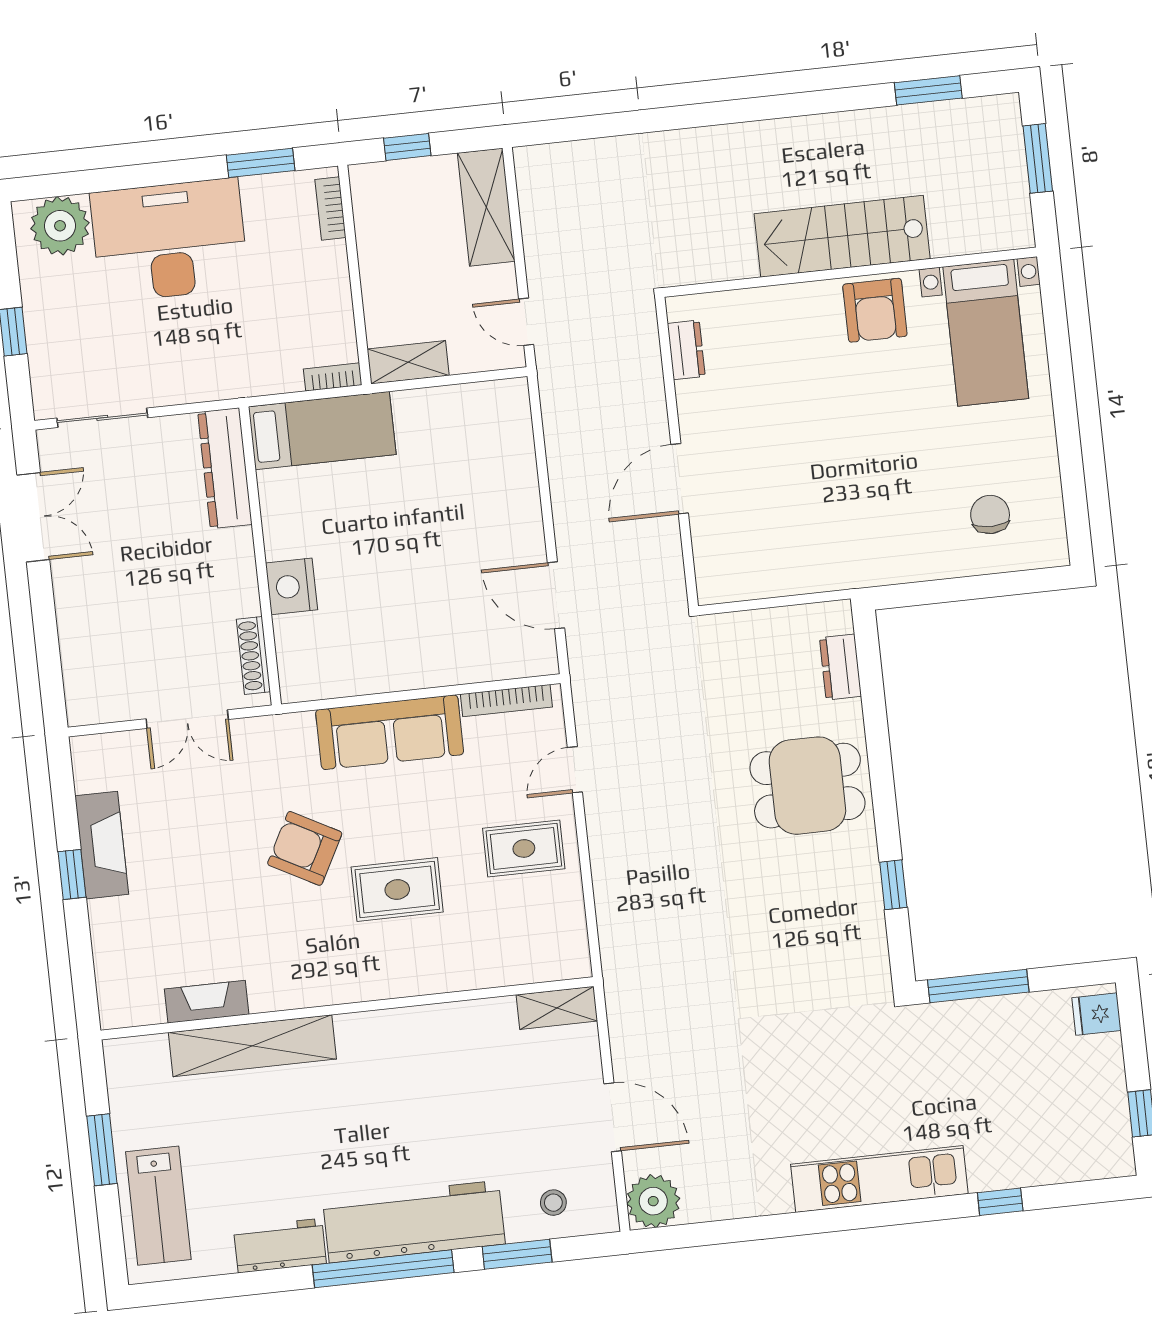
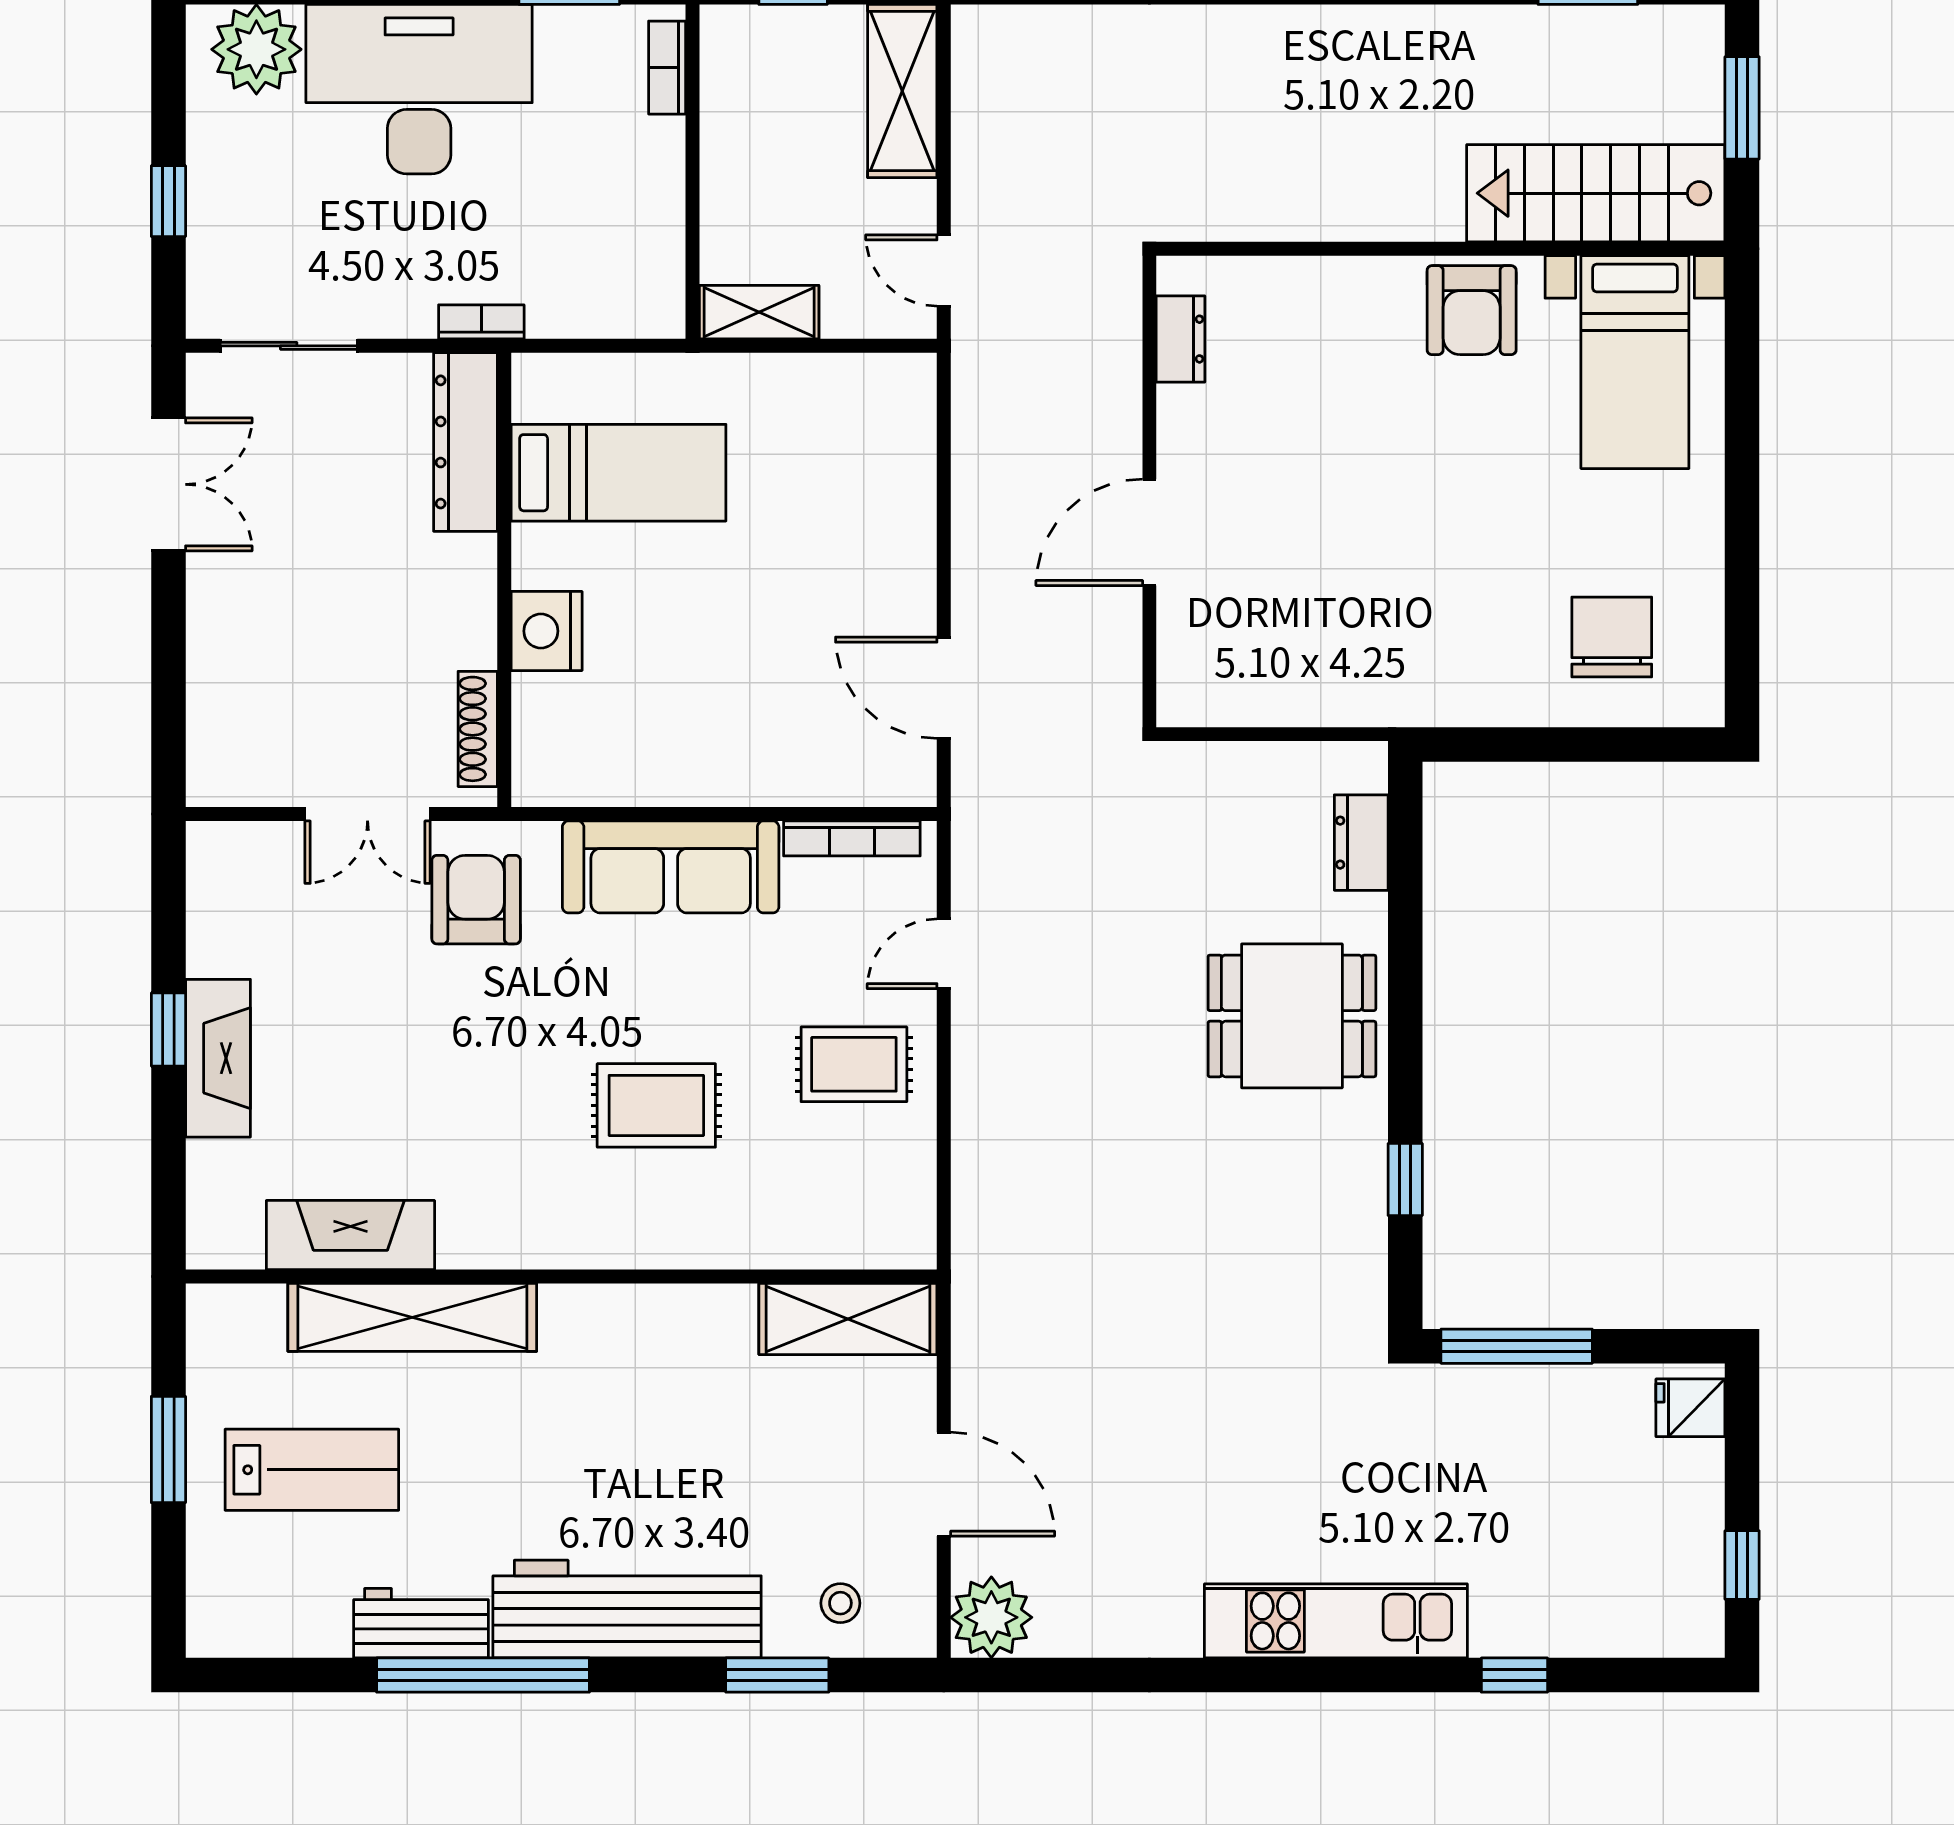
stairs: (842, 236) -> (1596, 193), moved
bookcase: (333, 377) -> (481, 322), moved
bed: (322, 431) -> (618, 473), moved
chair: (990, 514) -> (1612, 637), width x1.37, depth x1.37
fireplace: (102, 845) -> (218, 1058), moved
armchair: (305, 848) -> (476, 900), moved, turned 62
fireplace: (207, 1002) -> (350, 1235), width x1.37, depth x1.32
shelving: (557, 1008) -> (848, 1319), width x1.50, depth x1.33
lab bench: (158, 1206) -> (312, 1470), moved, turned -90
window: (383, 1269) -> (483, 1675), moved

